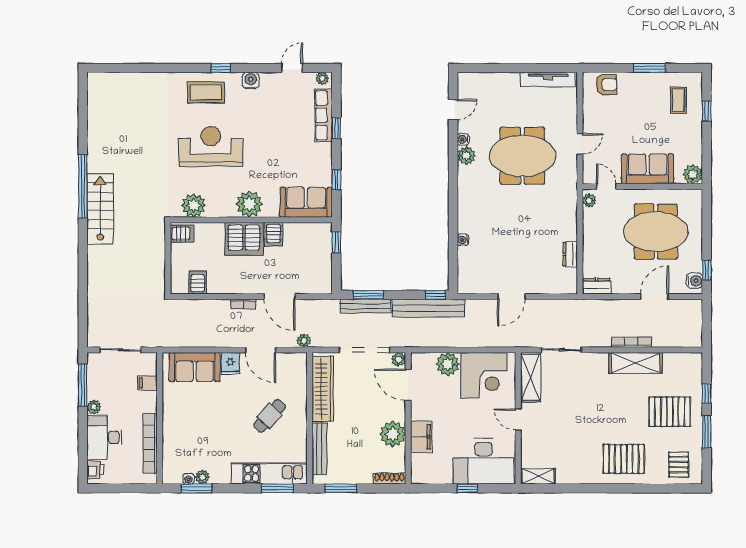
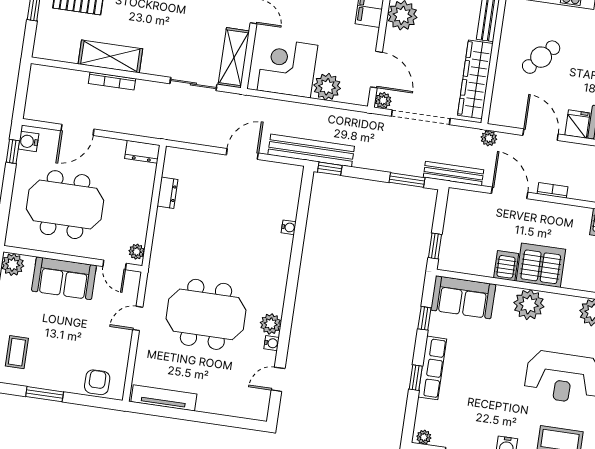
armchair: (606, 85) -> (97, 382), turned 90
row of seats: (324, 115) -> (432, 368), moved
bench: (366, 306) -> (453, 174), moved
bench: (428, 308) -> (311, 150), moved

